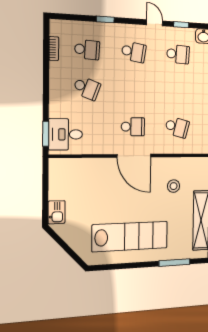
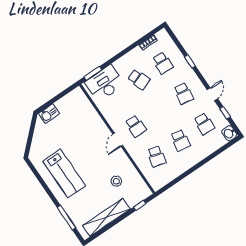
school desk: (87, 88) -> (139, 79), turned -42
school desk: (178, 91) -> (180, 140), added
desk: (66, 134) -> (104, 83), width x1.37
door: (134, 156) -> (118, 140), width x0.53
lab bench: (130, 236) -> (64, 173), width x0.73

